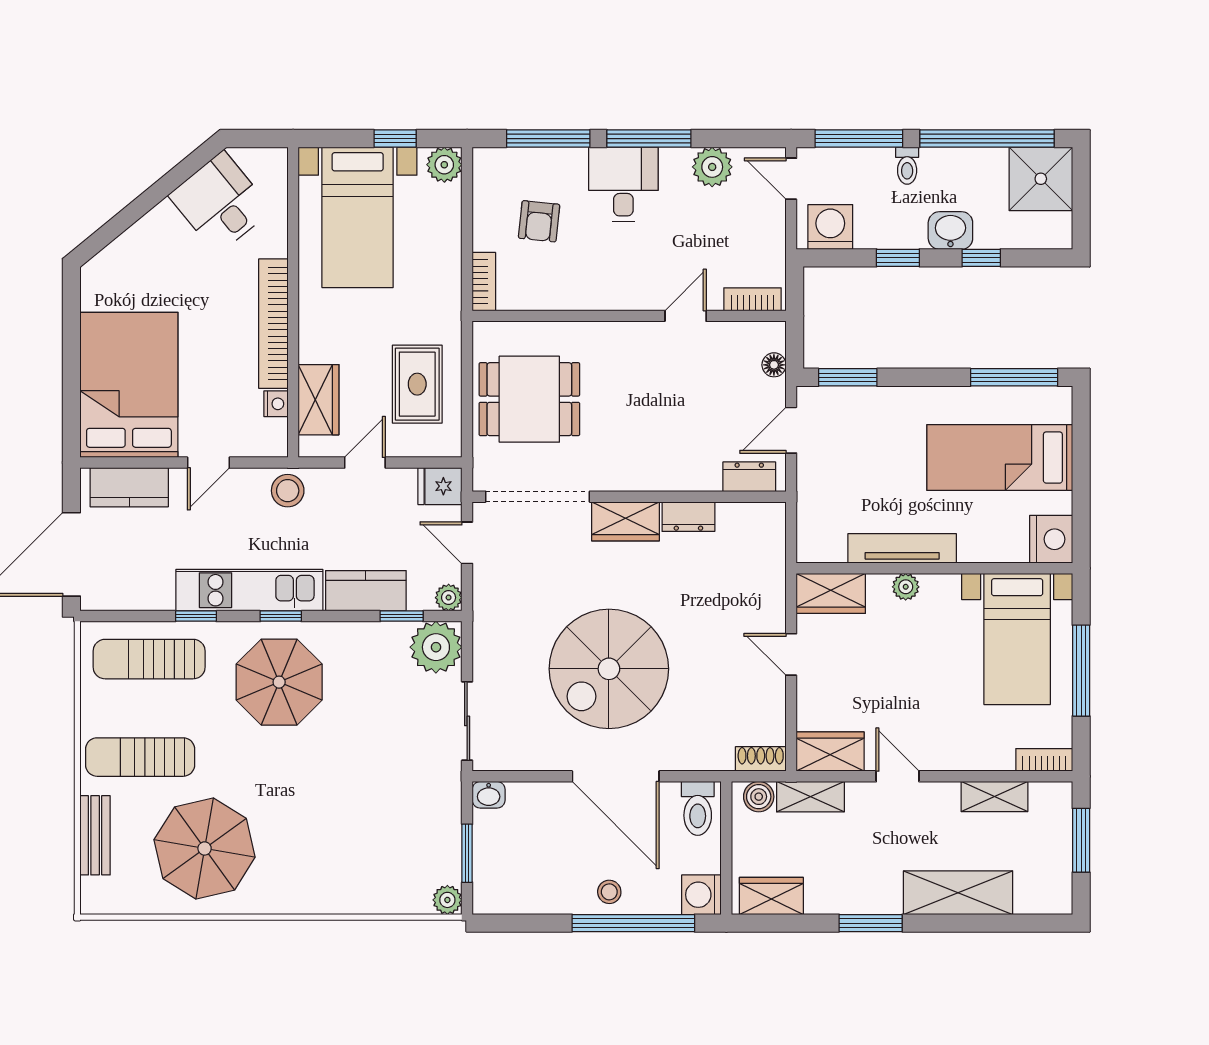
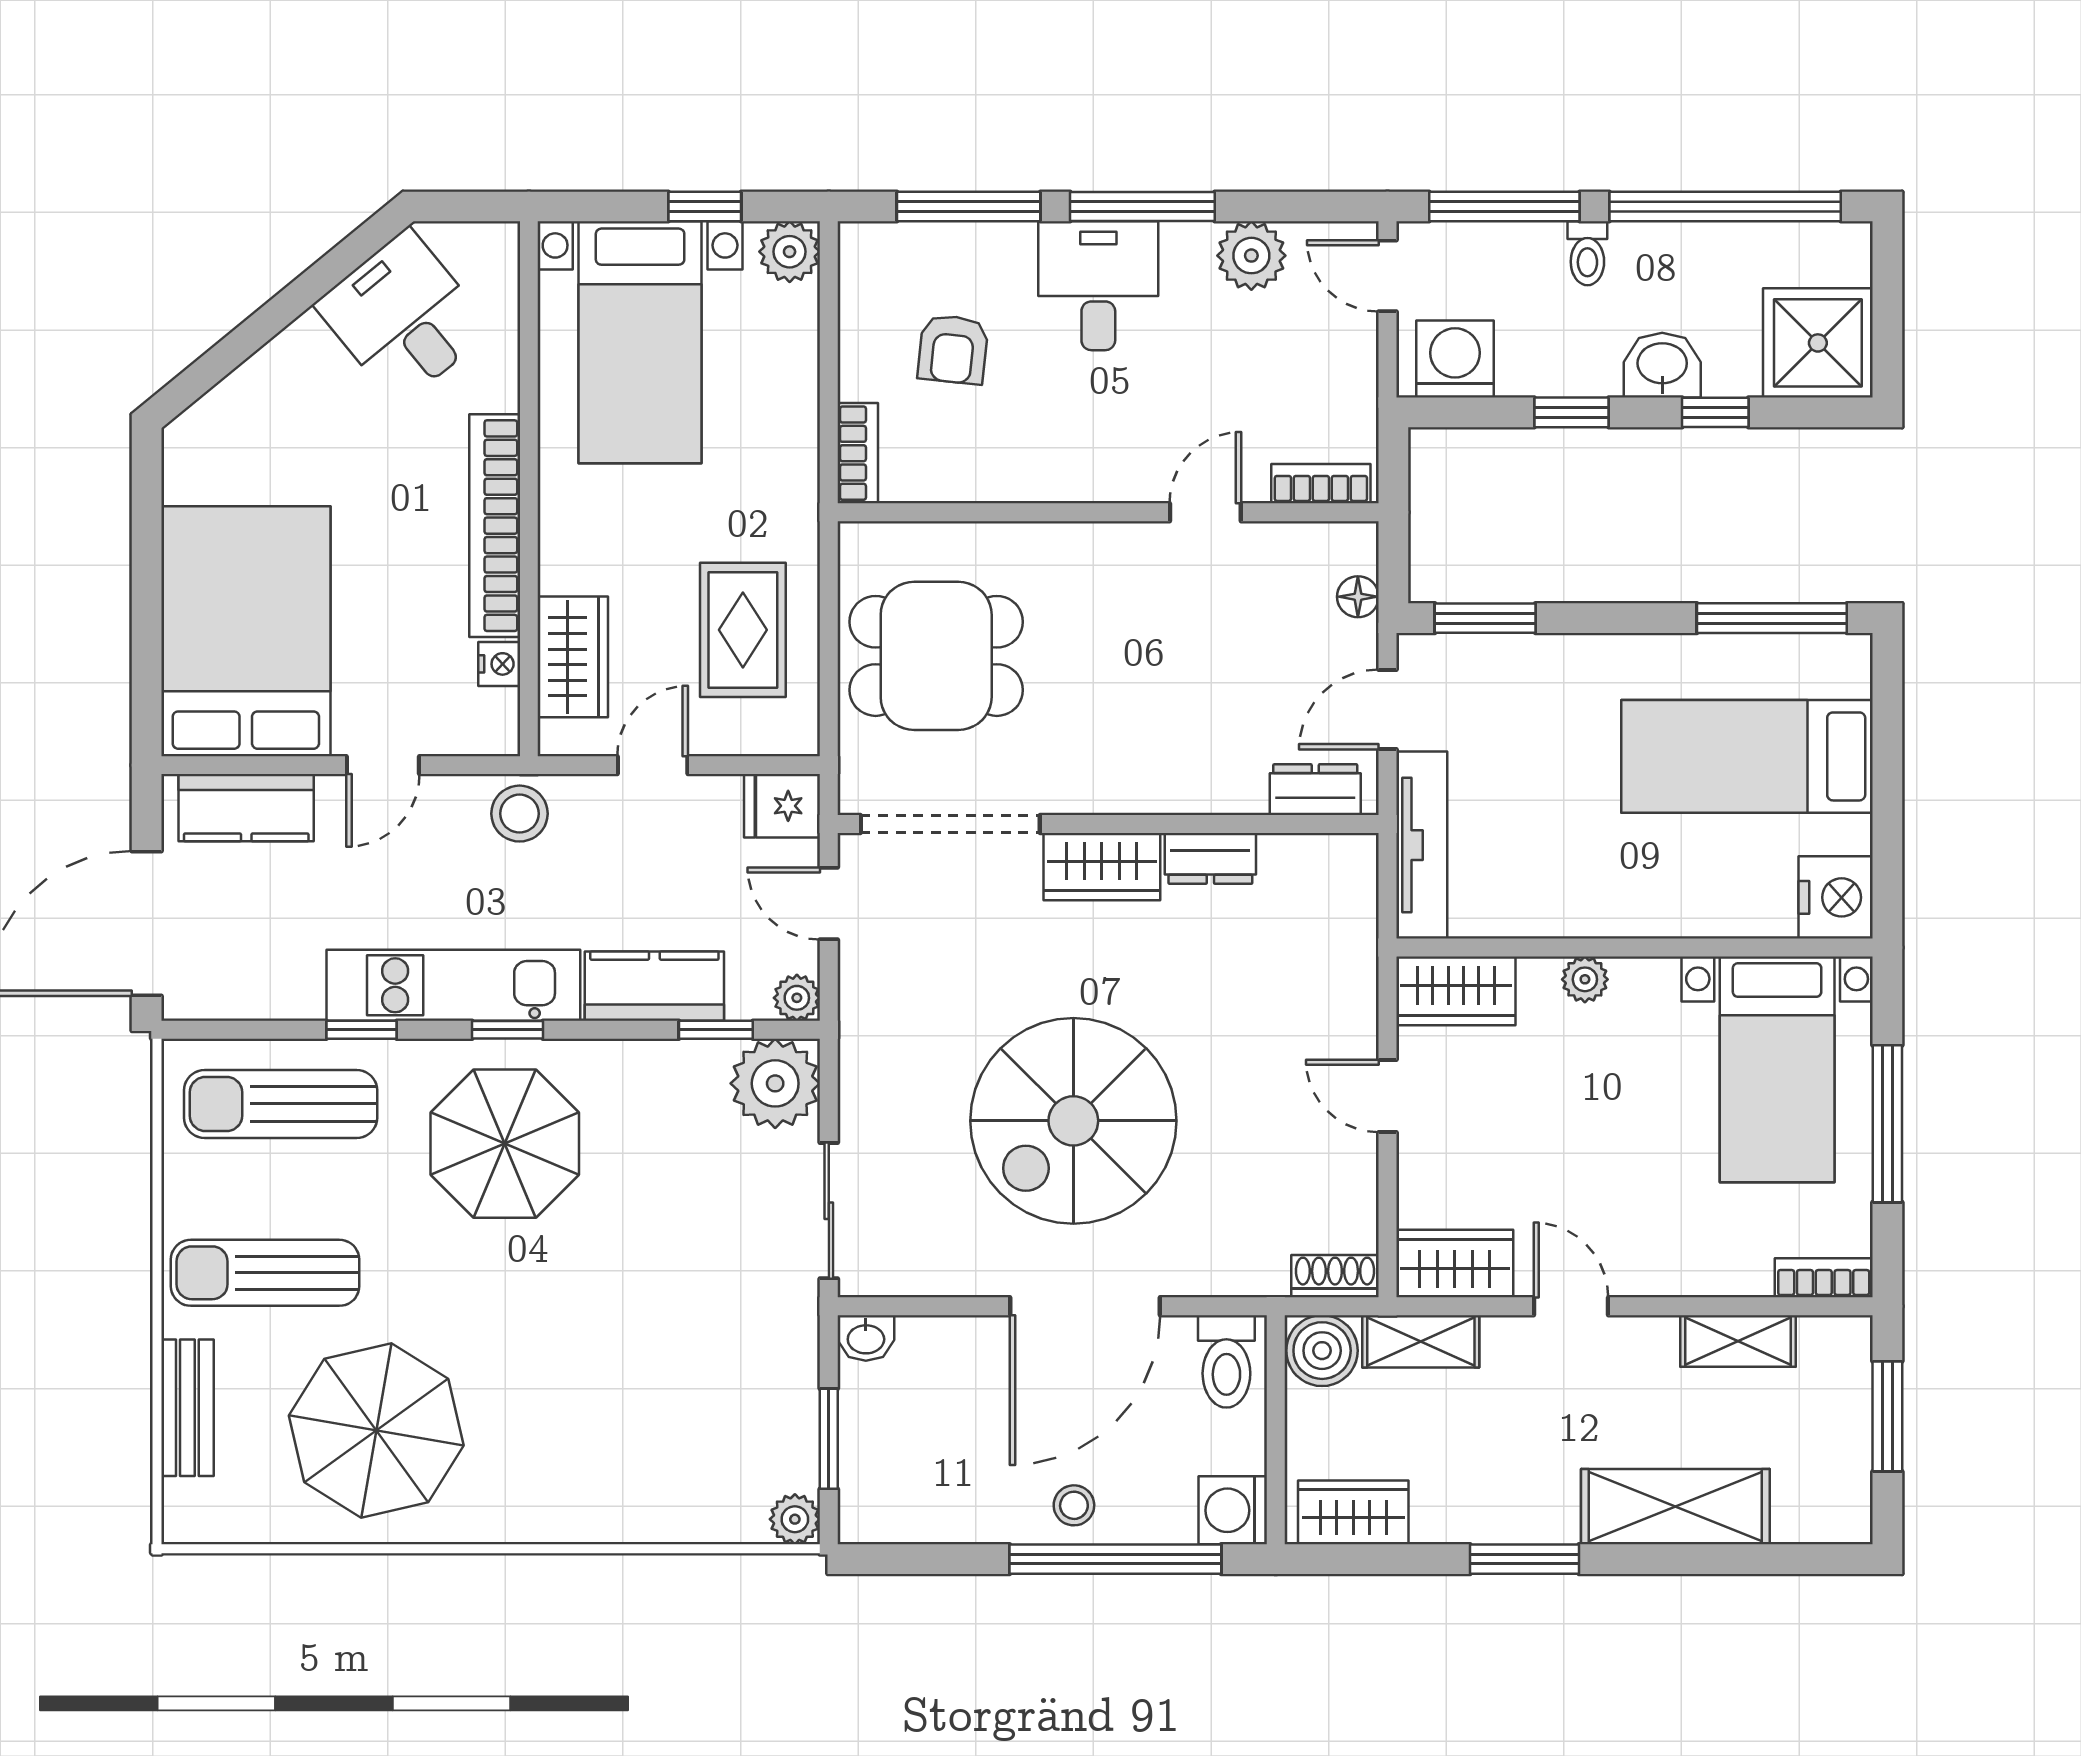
shower: (1041, 179) -> (1818, 343), moved
tv unit: (902, 548) -> (1422, 845), moved, turned 90
door: (616, 776) -> (1085, 1306), hinge flipped
boiler: (759, 797) -> (1322, 1351), width x1.36, depth x1.36

